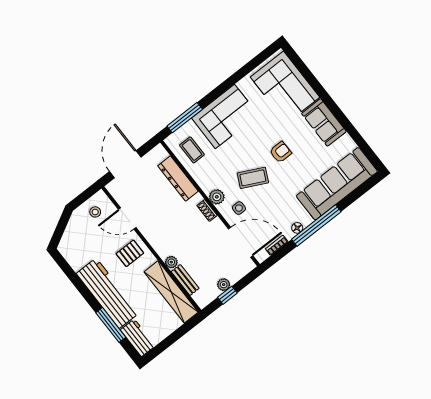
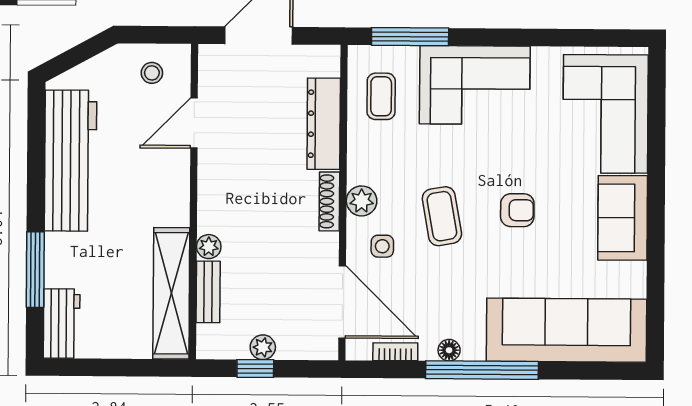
coffee table: (253, 178) -> (442, 216), turned 54
shoe rack: (207, 210) -> (329, 201), width x1.43
door: (127, 218) -> (194, 123), hinge flipped
pallet: (130, 253) -> (155, 181), removed
workbench: (108, 293) -> (70, 161), moved

